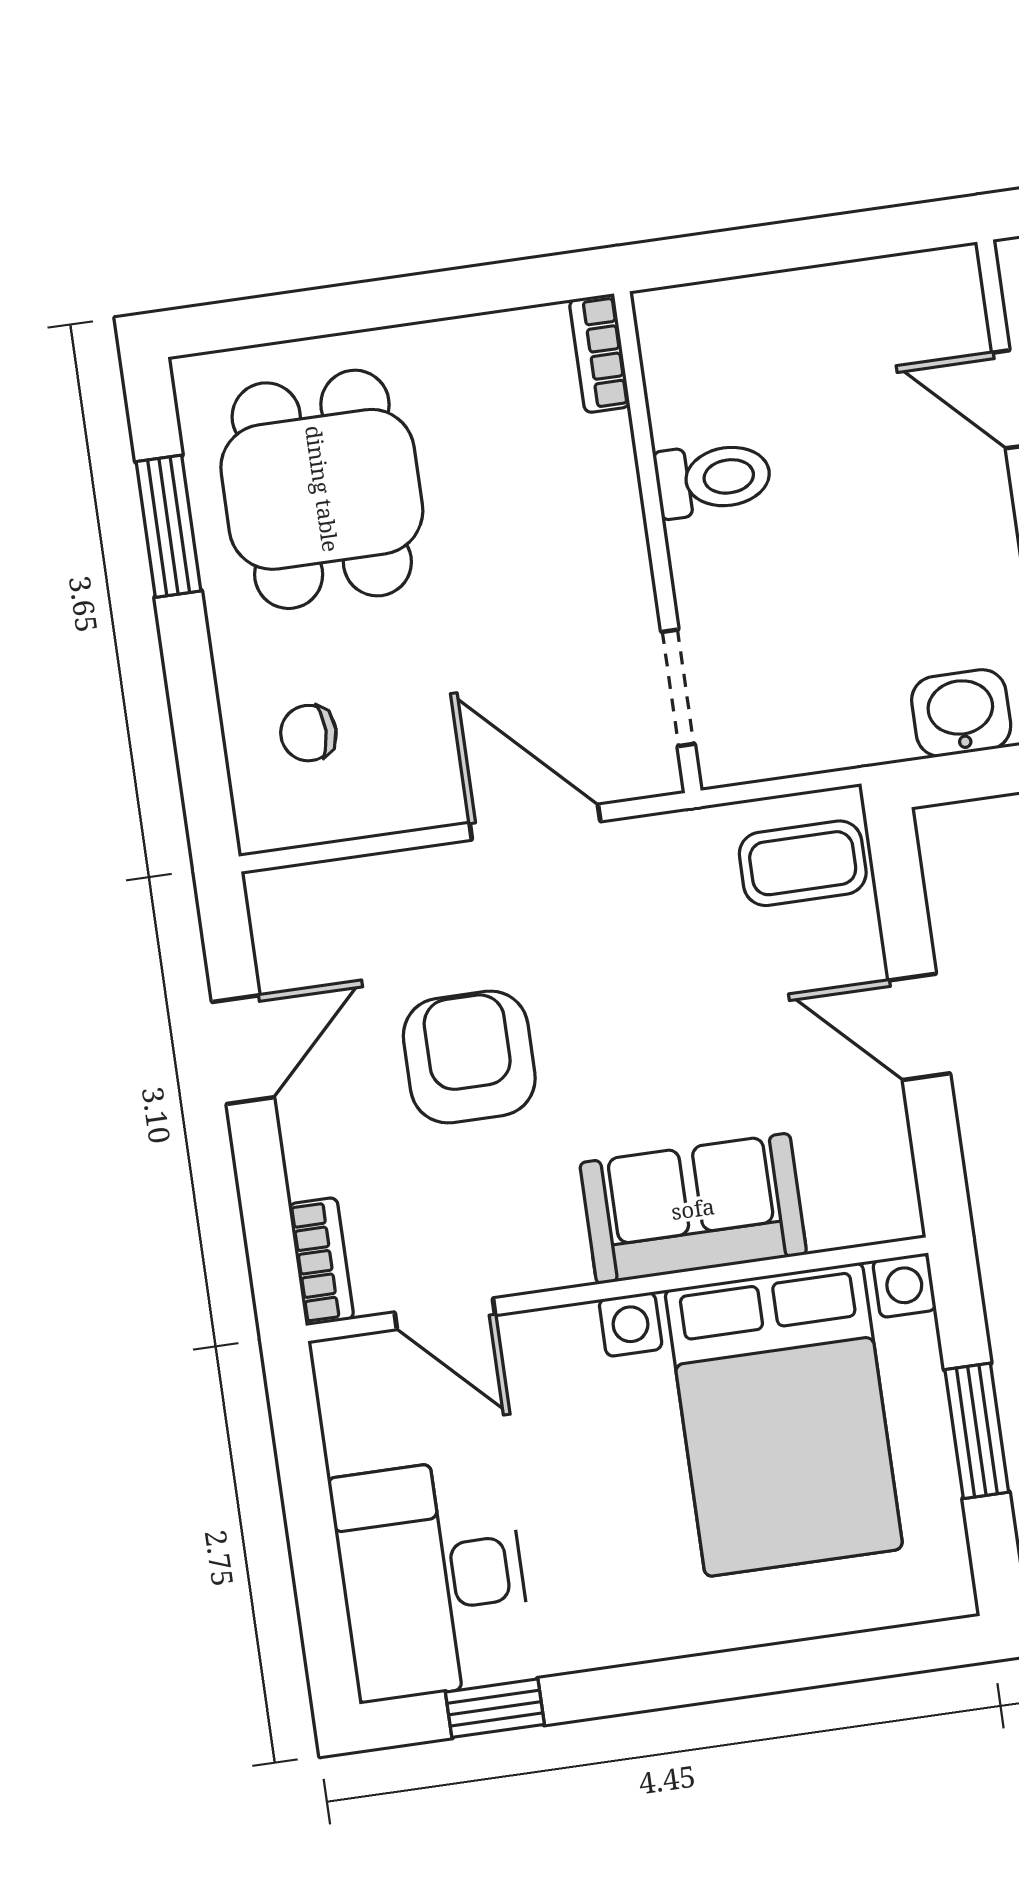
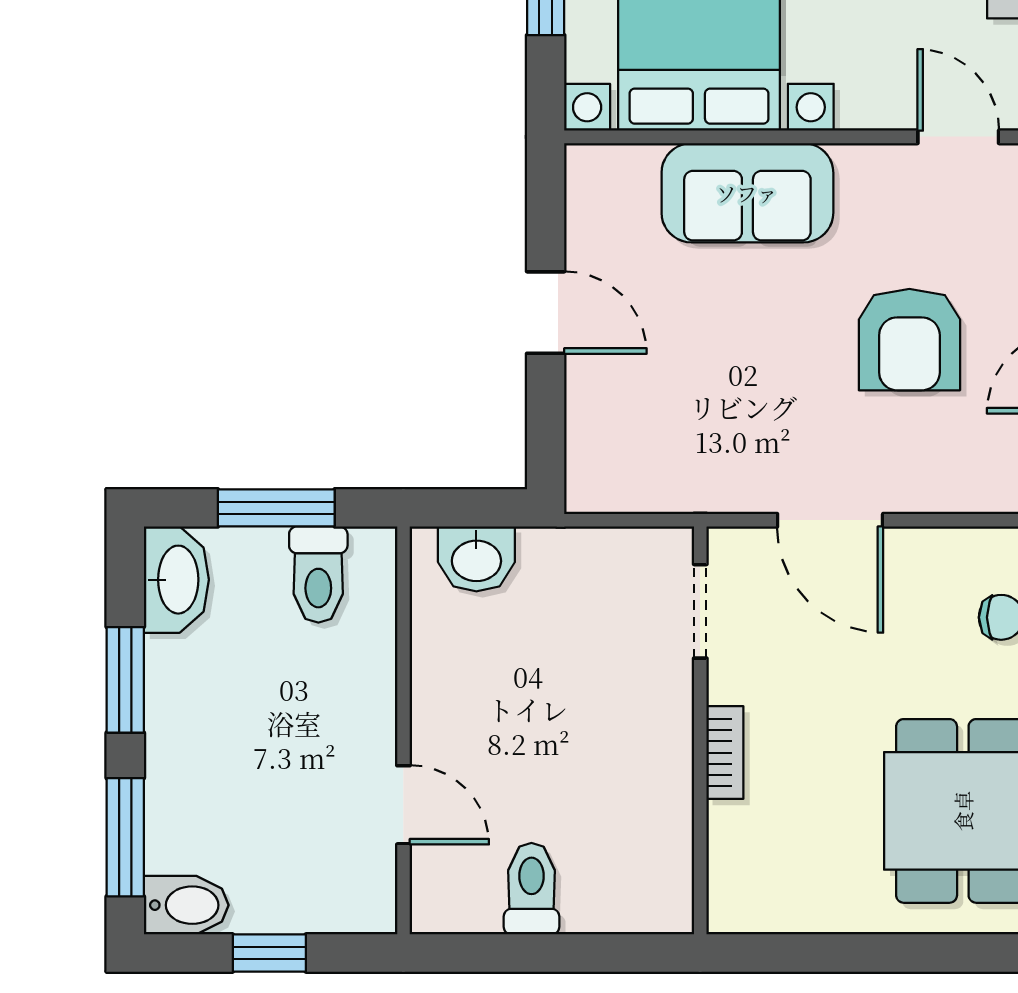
bookcase: (600, 353) -> (725, 753), moved
toilet: (713, 479) -> (531, 889), moved, turned 90
coffee table: (803, 863) -> (620, 457), removed

